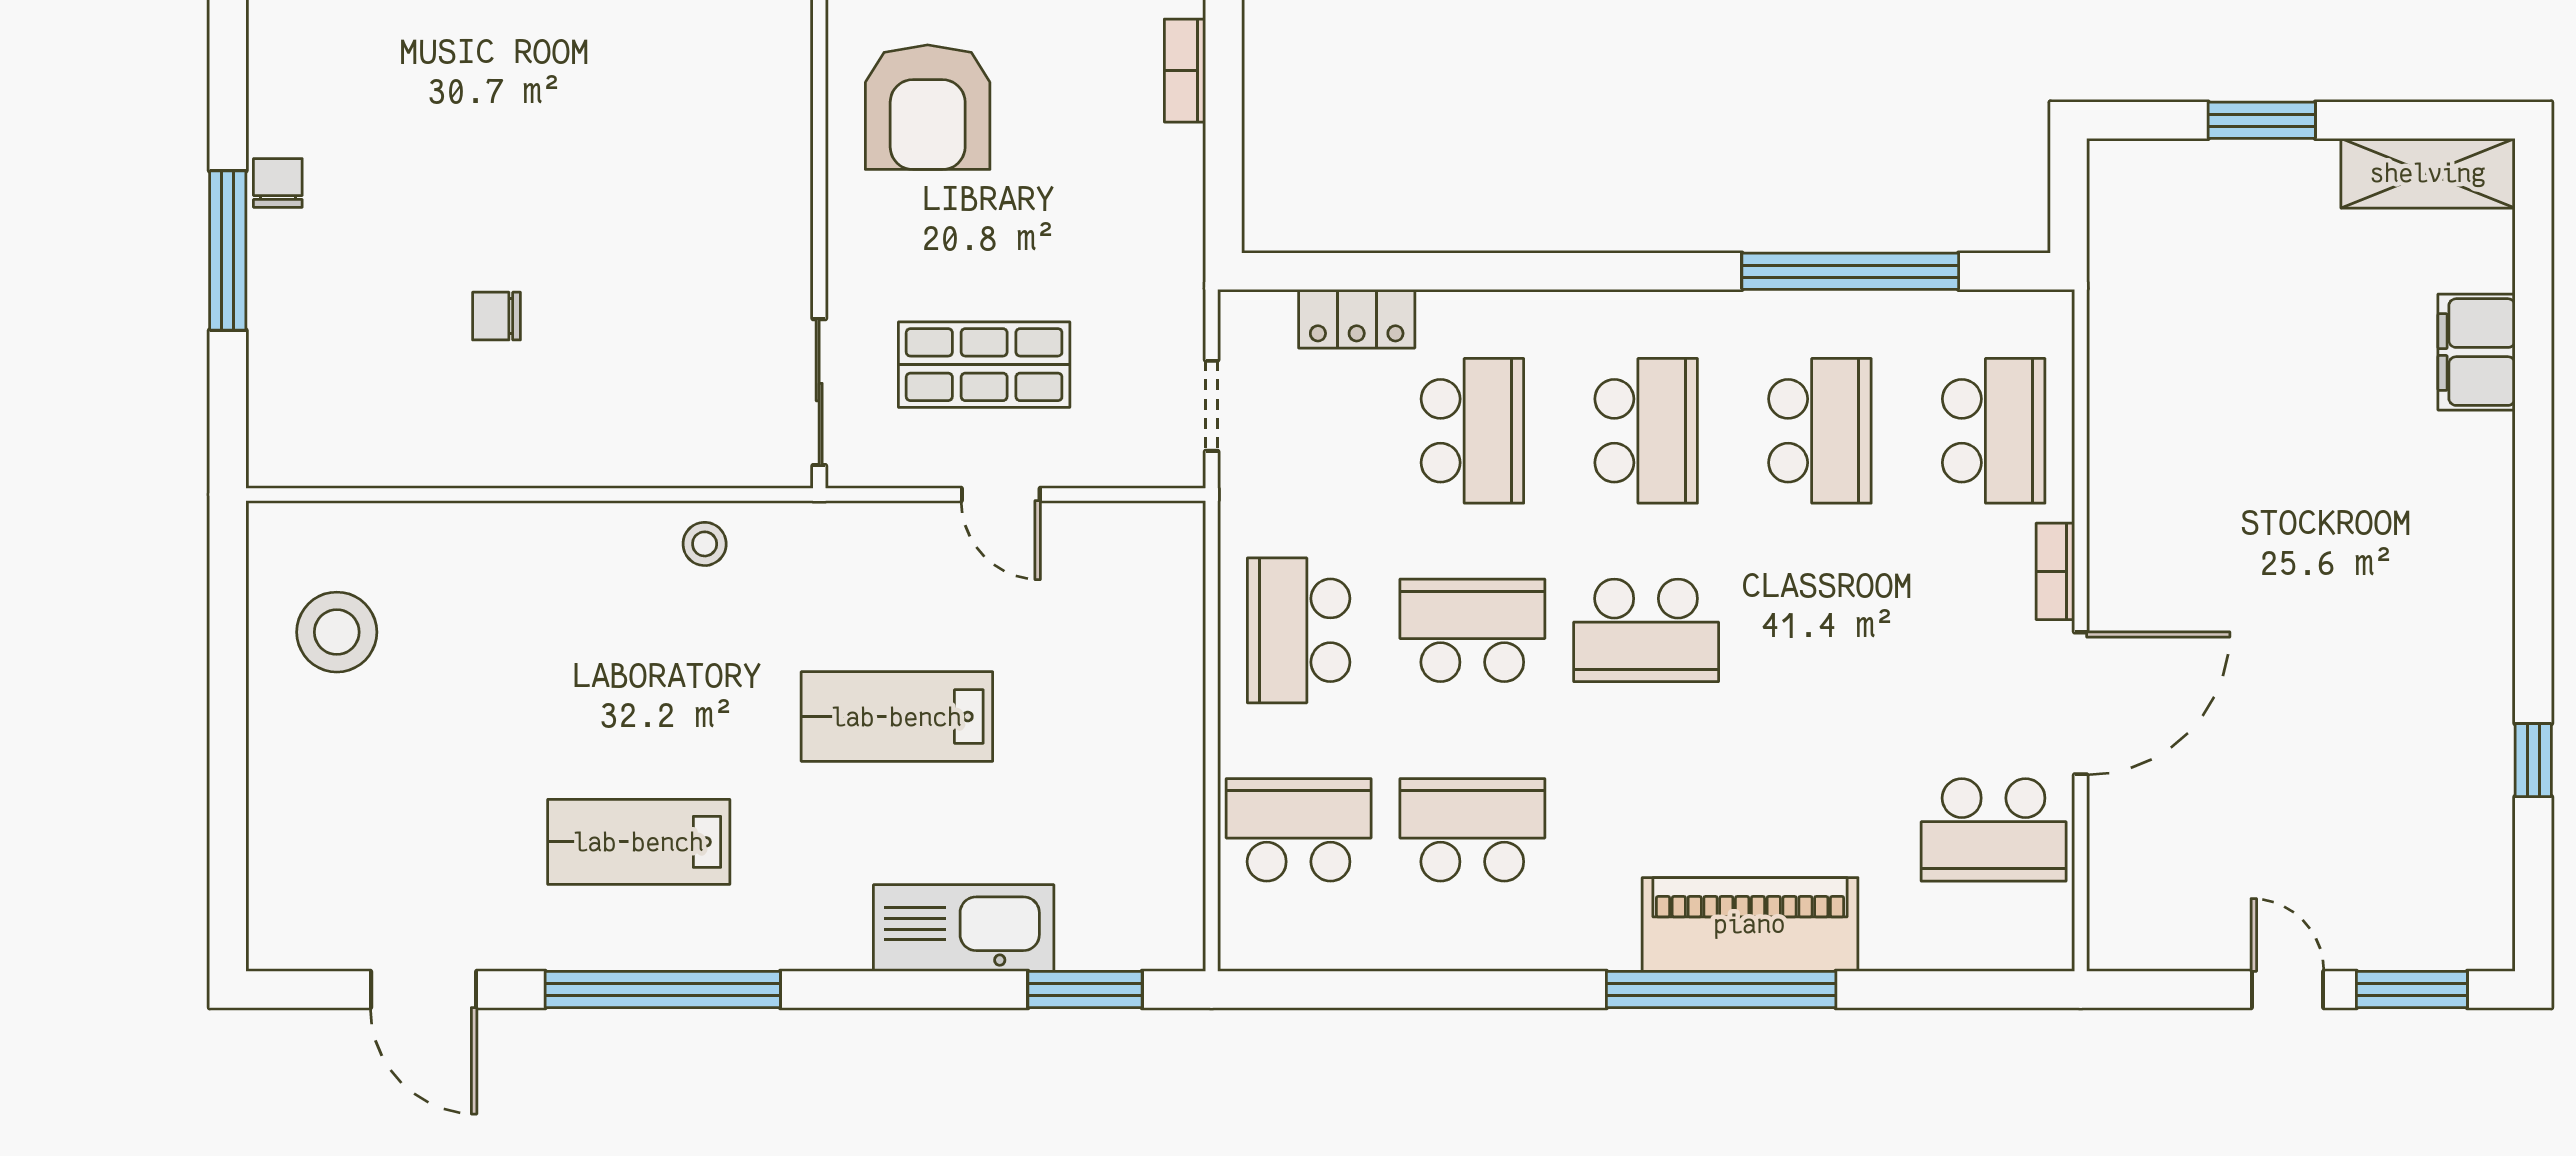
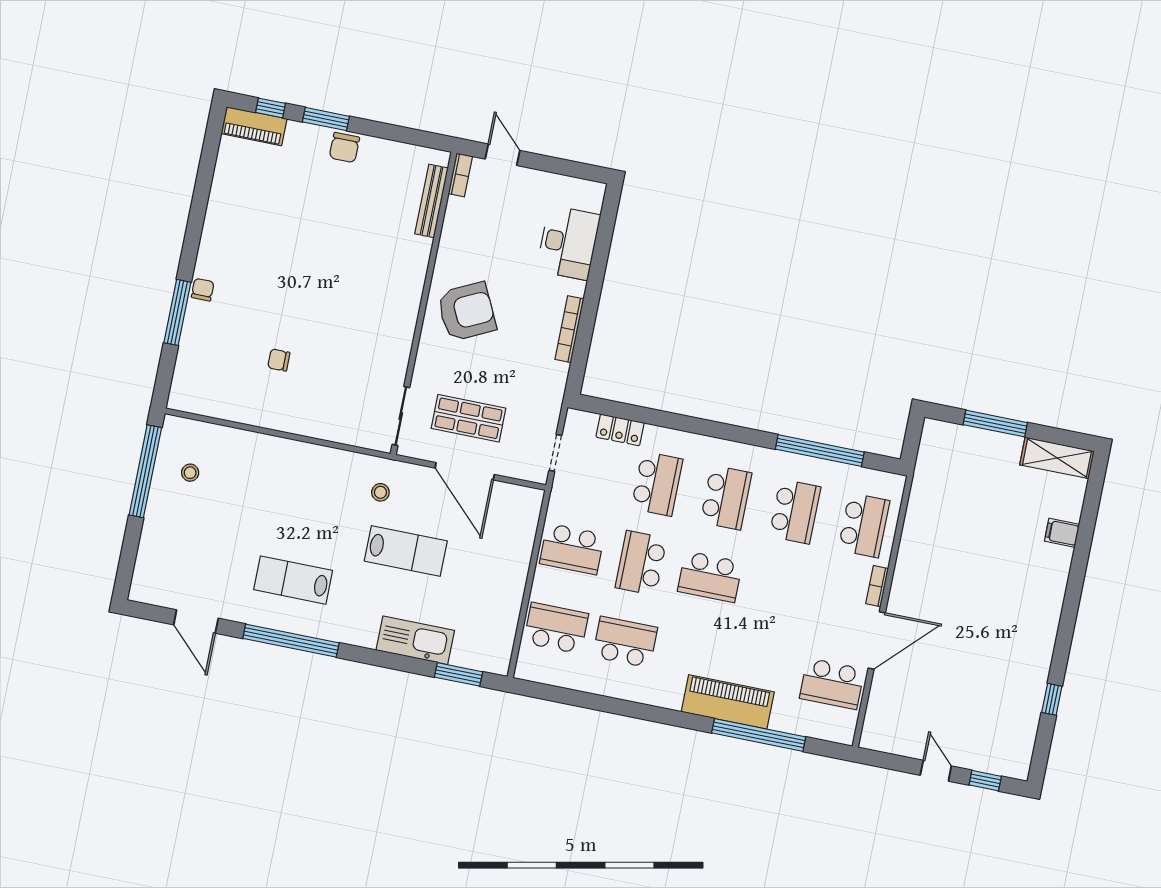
bookcase: (1185, 71) -> (569, 329), width x1.56
armchair: (928, 107) -> (467, 312), turned -116
window: (2262, 120) -> (995, 424), width x1.44
filing cabinet: (2477, 352) -> (1062, 533), width x0.50
door: (1001, 495) -> (465, 471), width x1.88
stool: (705, 544) -> (380, 492), moved
school desk: (1299, 630) -> (572, 549), turned -90
school desk: (1472, 630) -> (641, 563), turned -90
stool: (337, 632) -> (190, 473), width x0.53, depth x0.53
window: (228, 651) -> (145, 471), added
lab bench: (897, 717) -> (406, 551), turned 180
window: (1721, 989) -> (759, 735), moved
window: (2412, 989) -> (985, 781), width x0.67

